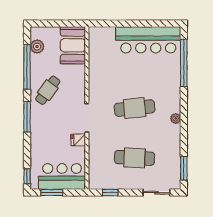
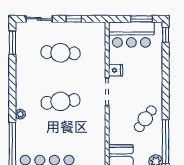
window: (27, 117) -> (166, 93), removed
plant: (176, 118) -> (20, 114), moved
window: (110, 193) -> (74, 19), moved

